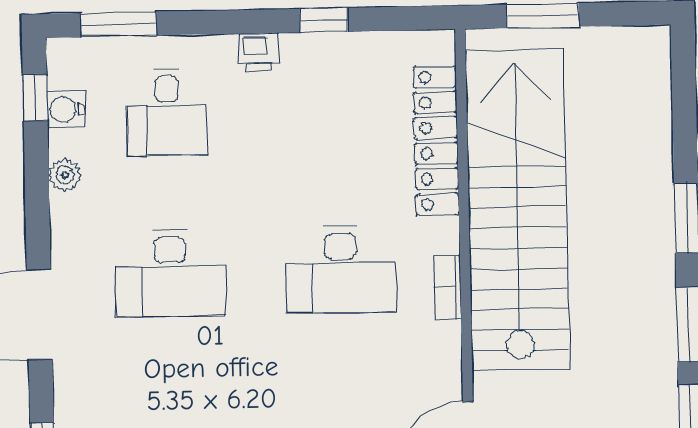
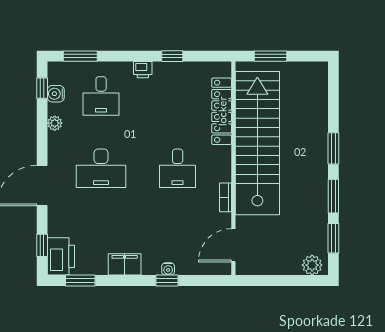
desk: (341, 270) -> (178, 168), width x0.73
bookcase: (448, 287) -> (225, 197), moved

